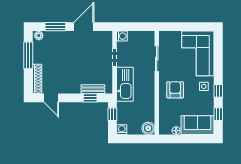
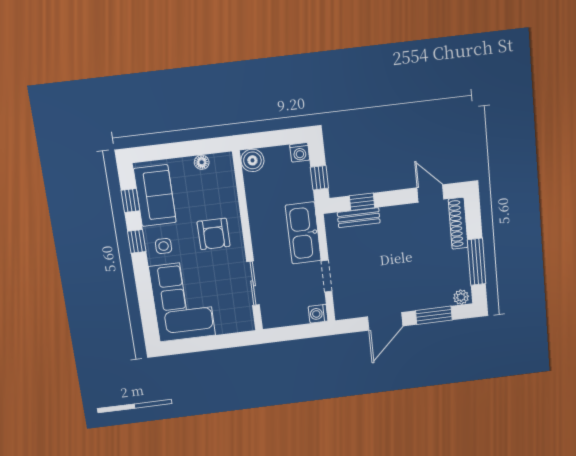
sofa: (197, 125) -> (155, 196), moved, turned -90

